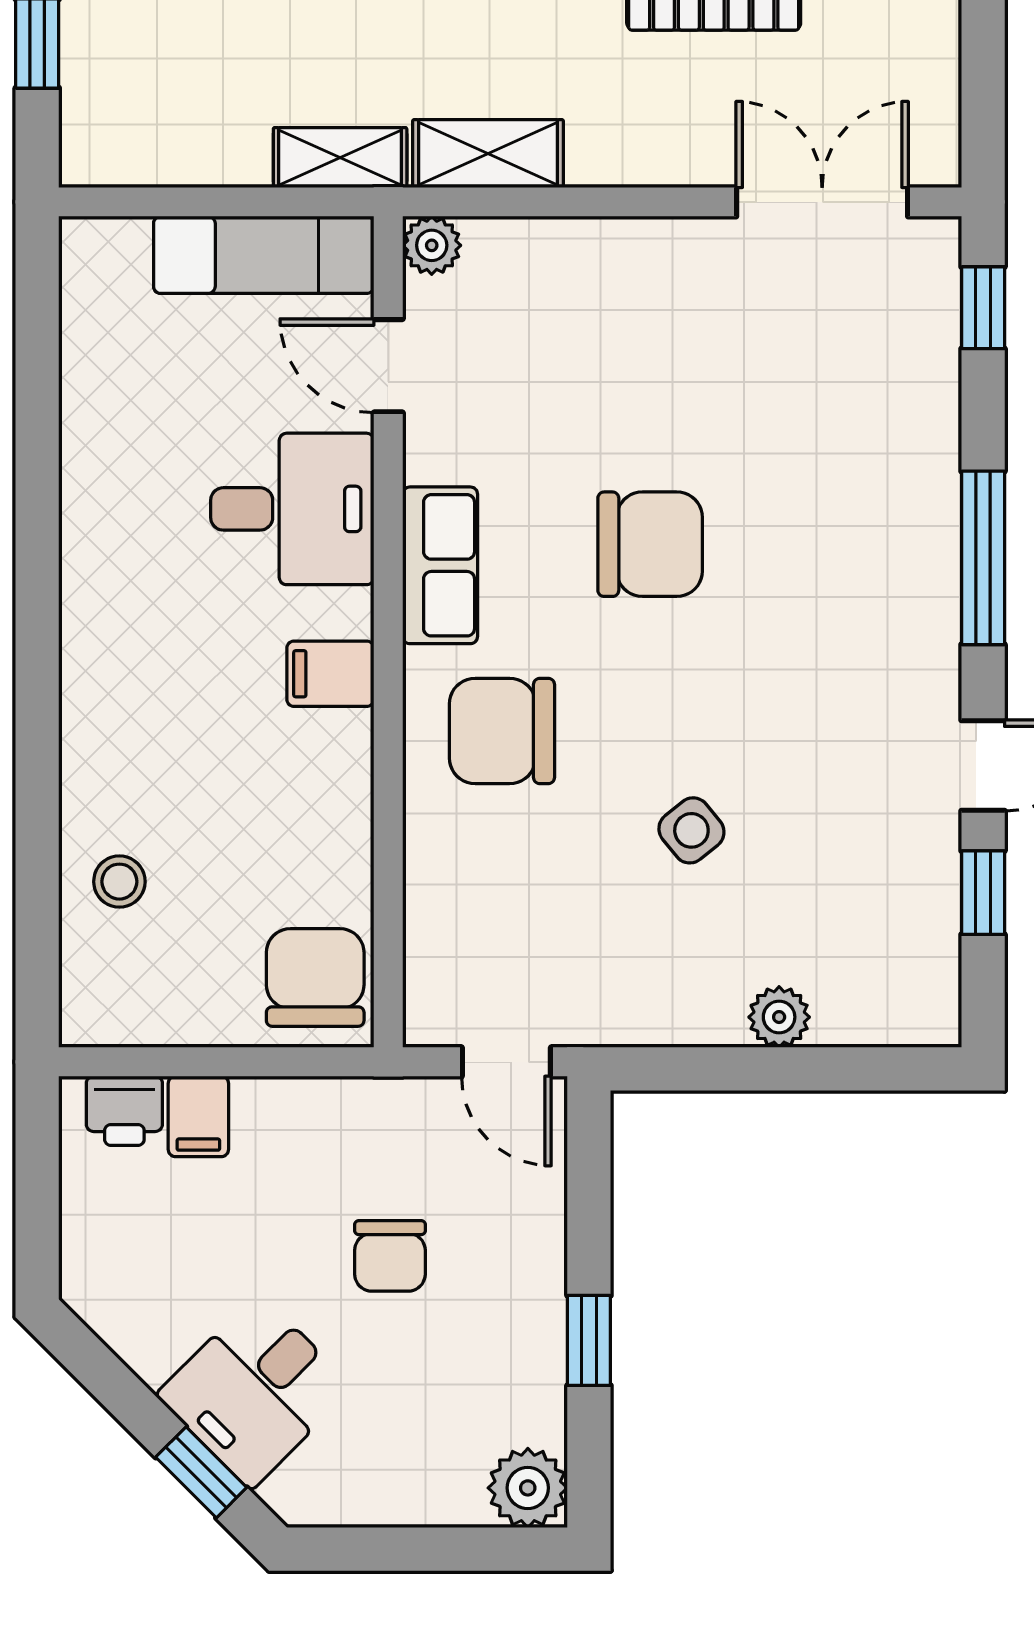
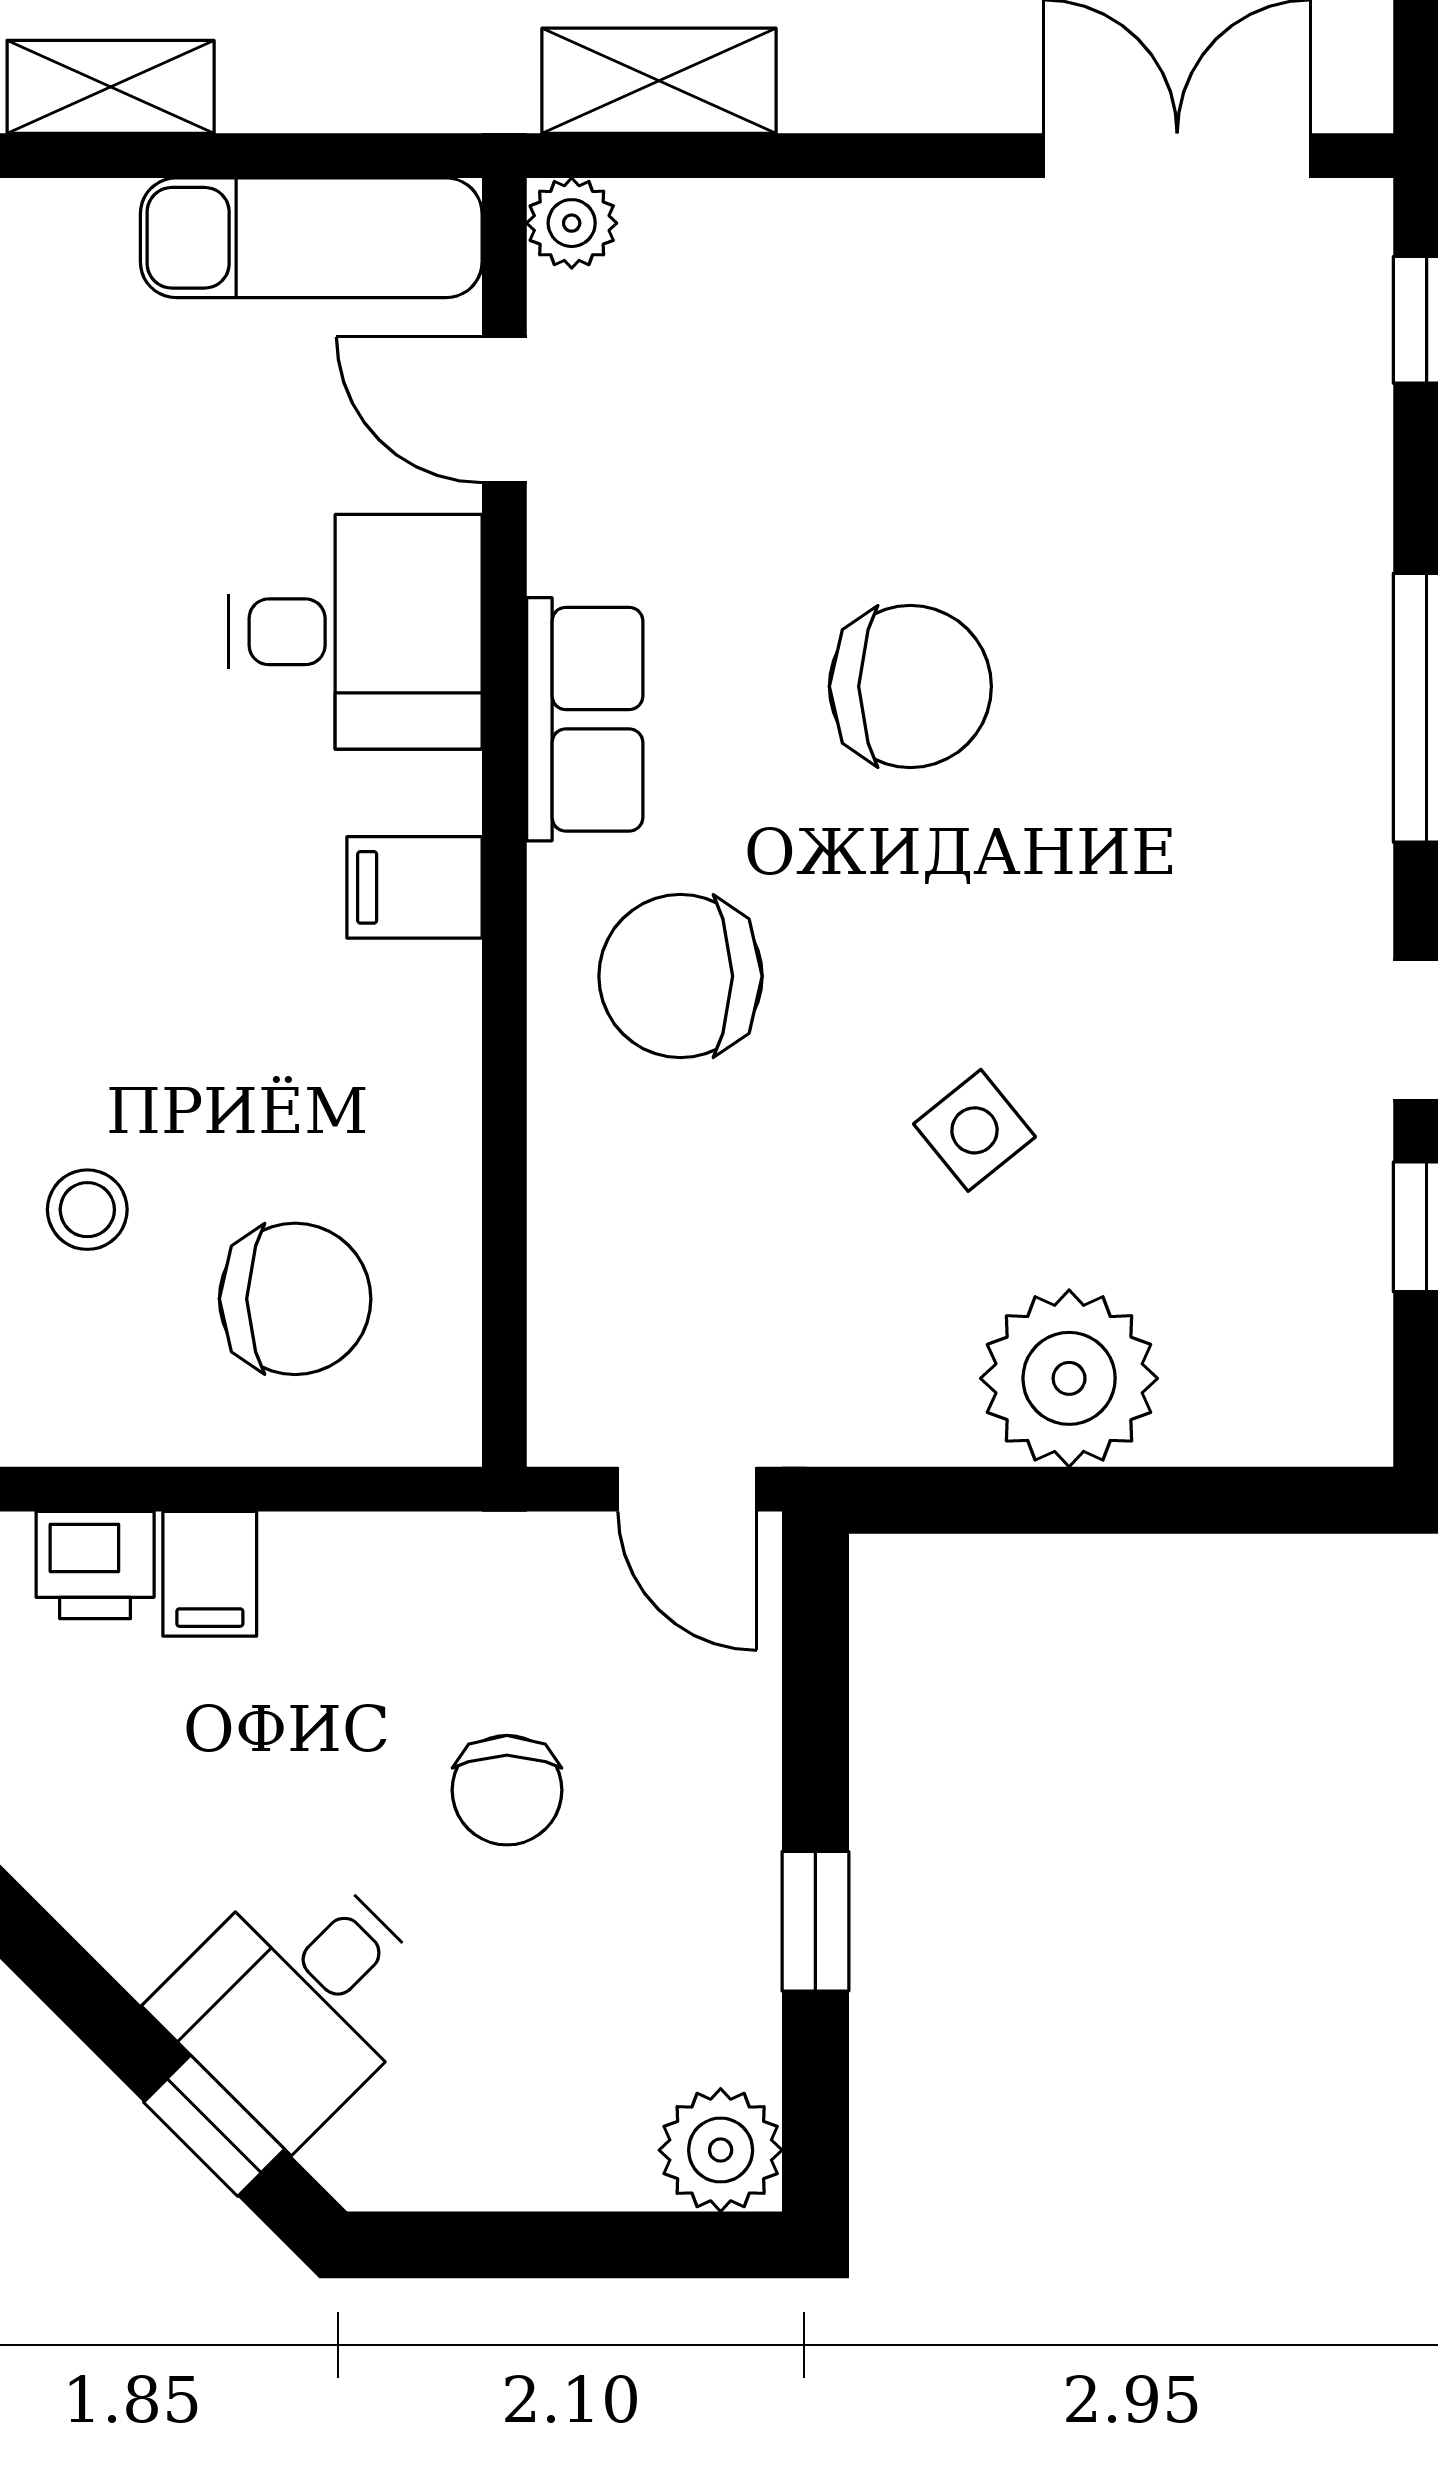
shelving: (340, 158) -> (111, 87), moved
chair: (315, 977) -> (295, 1299), moved, turned 90
plant: (779, 1017) -> (1069, 1378), width x1.88, depth x1.88

